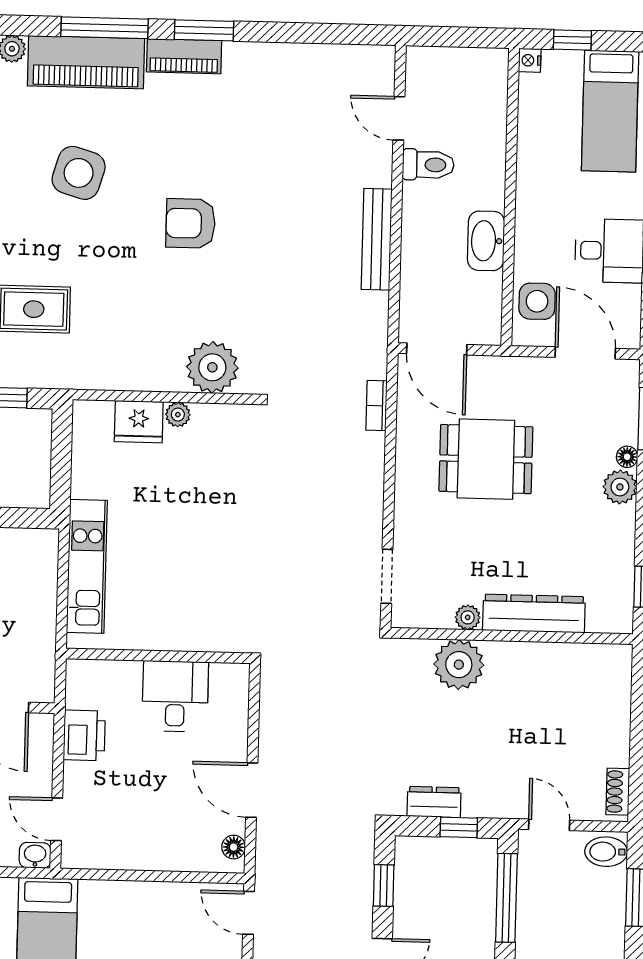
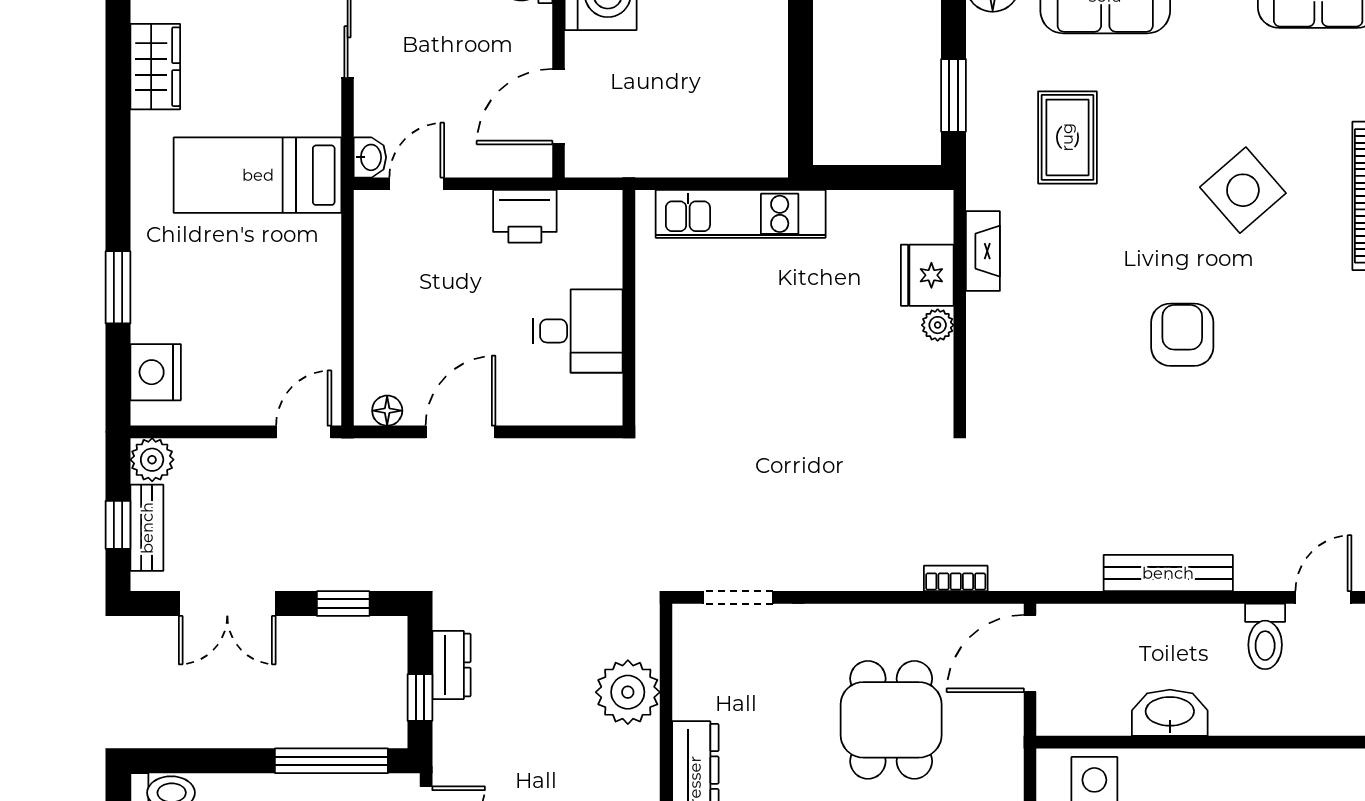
side table: (79, 173) -> (1243, 190), turned 32
plant: (212, 367) -> (999, 367), removed
fireplace: (121, 378) -> (983, 251), added
plant: (468, 617) -> (688, 702), removed

